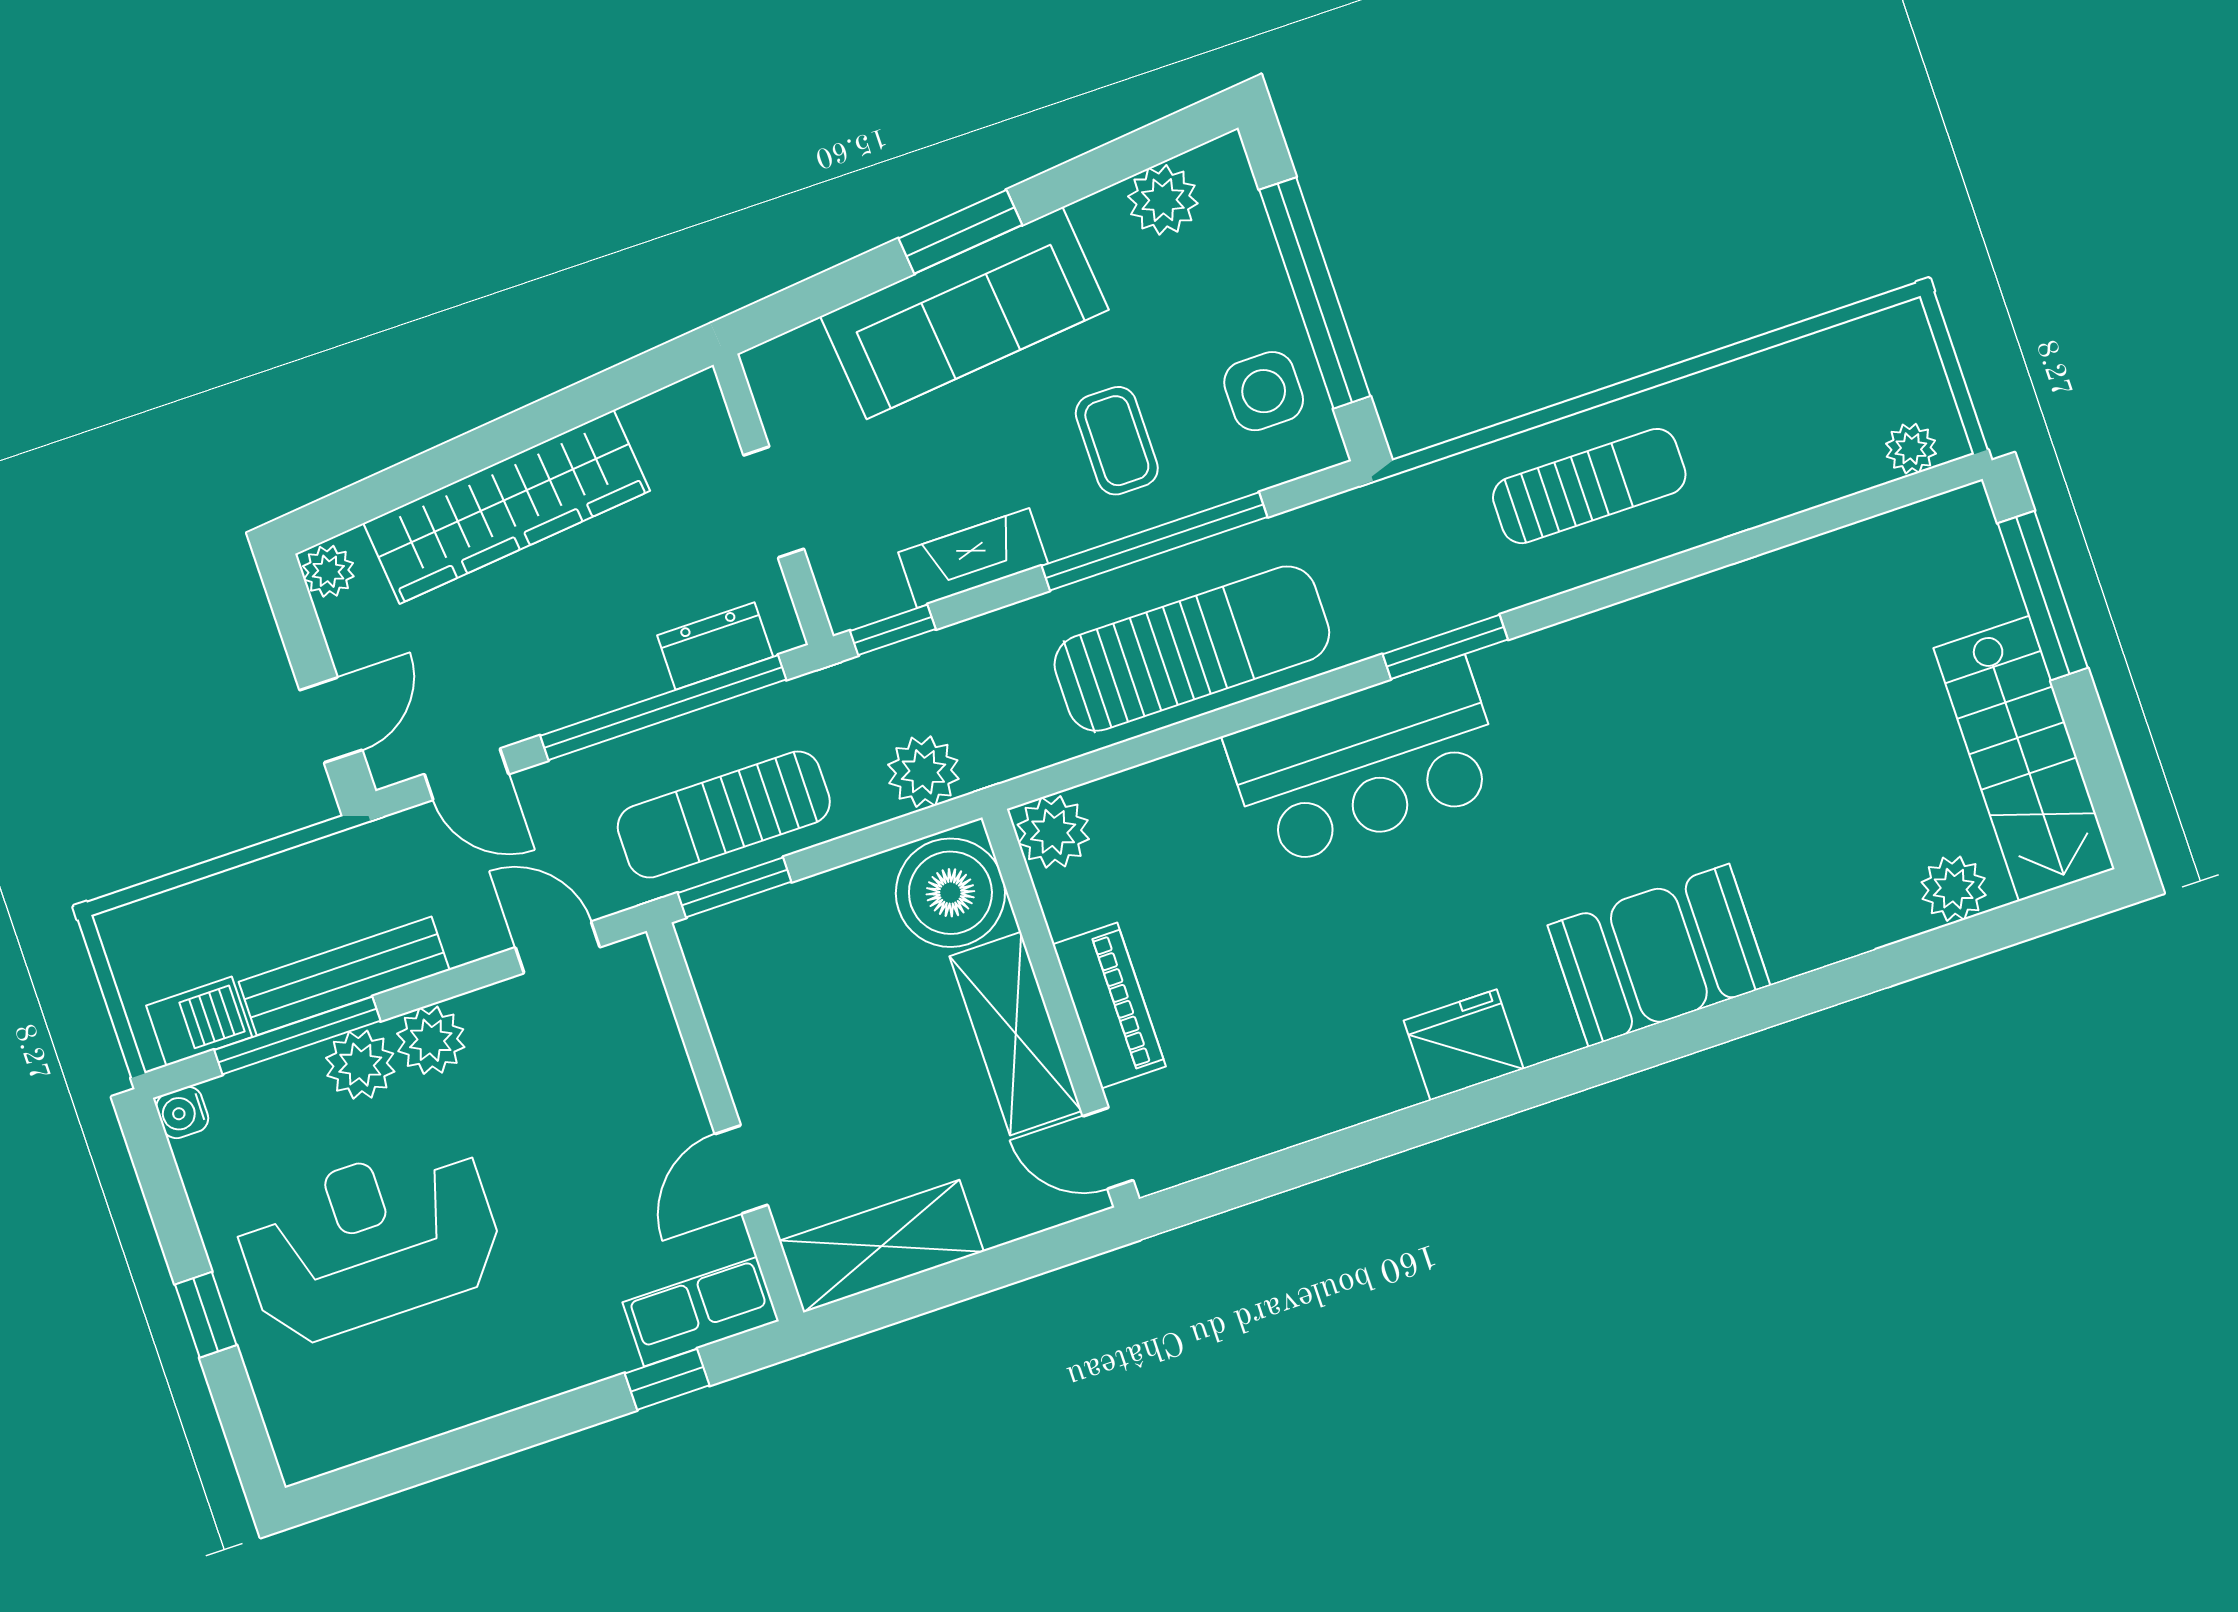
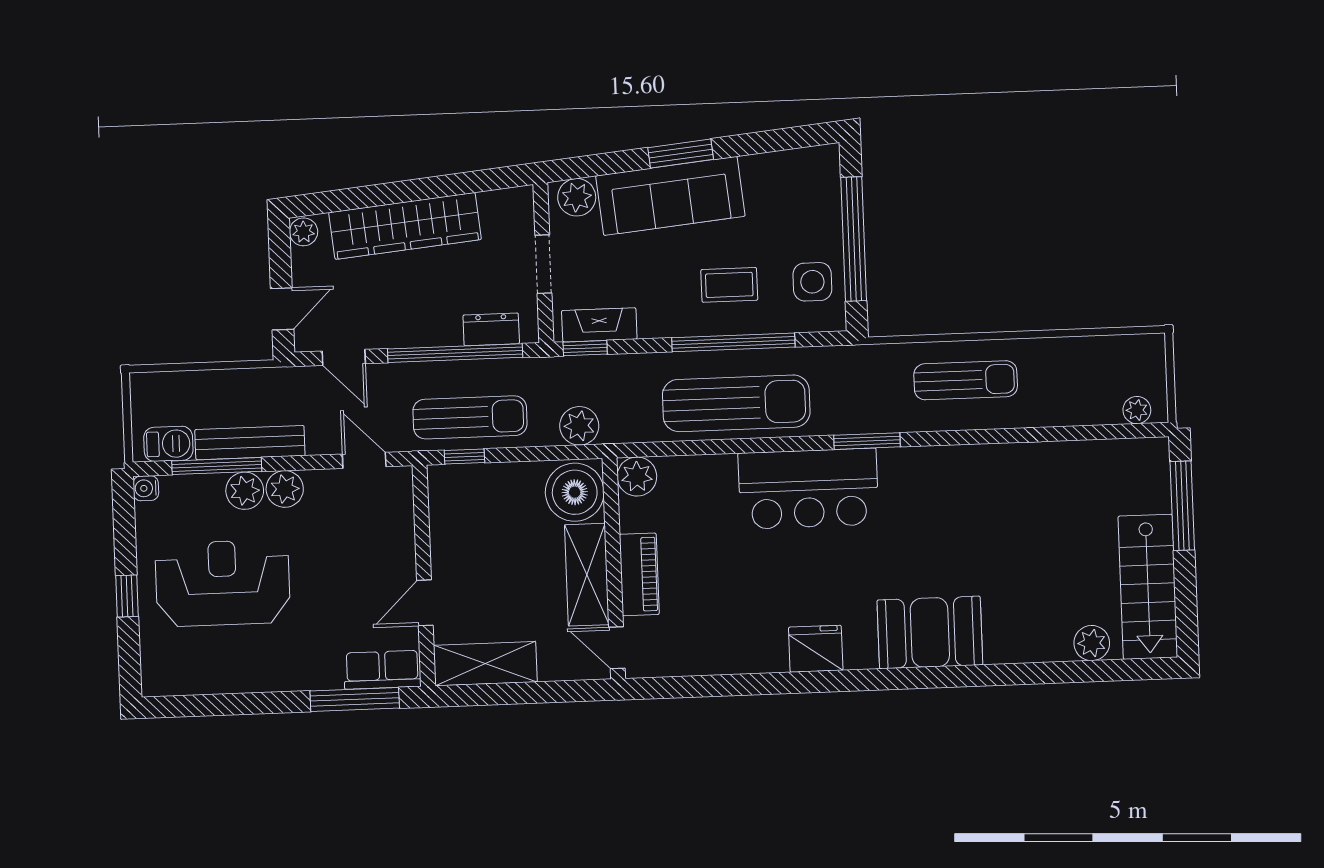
plant: (1163, 200) -> (577, 197), moved
coffee table: (1117, 441) -> (729, 285), turned 90
fireplace: (973, 558) -> (599, 325), moved
sun lounger: (724, 814) -> (470, 417), turned 180
window: (735, 887) -> (464, 457), width x0.67
window: (667, 1379) -> (355, 700), width x2.17

